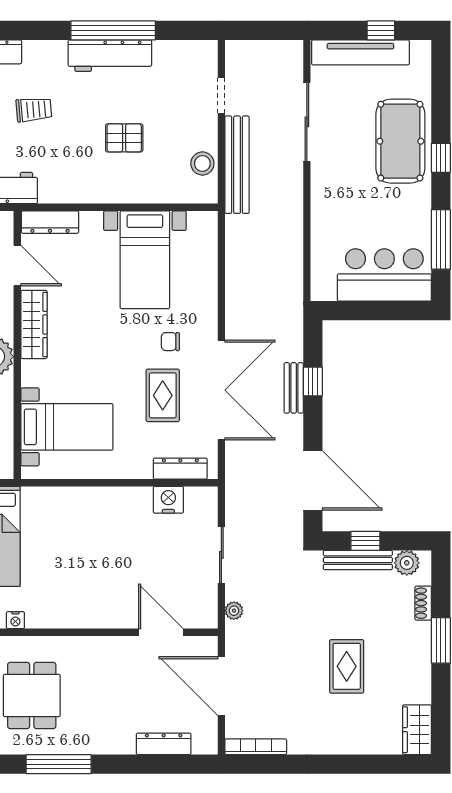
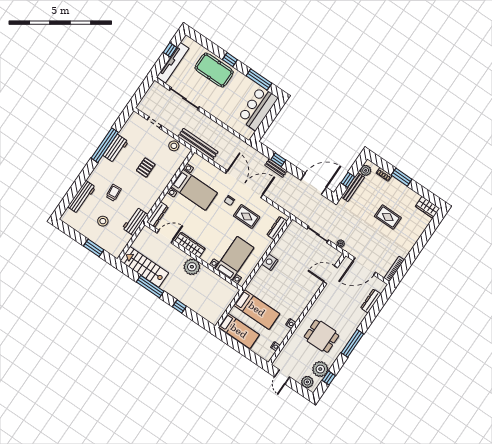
workbench: (110, 56) -> (116, 148), width x0.73
bench: (237, 165) -> (198, 144), moved
double door: (221, 390) -> (244, 184), moved
nightstand: (168, 500) -> (270, 262), moved

